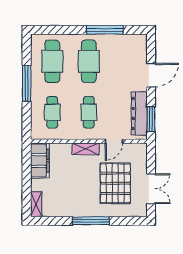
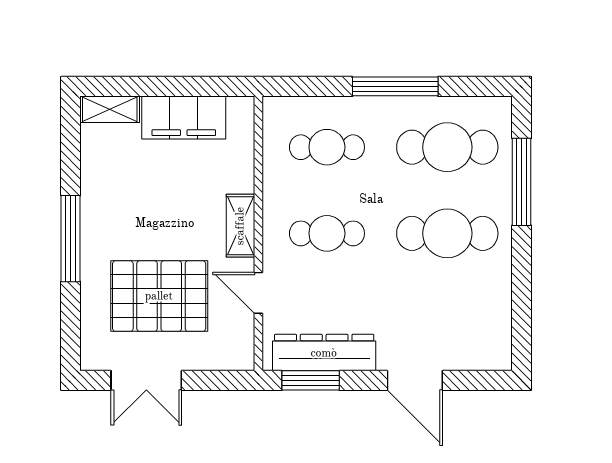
window: (105, 30) -> (522, 182), moved
filing cabinet: (40, 161) -> (184, 118), moved

